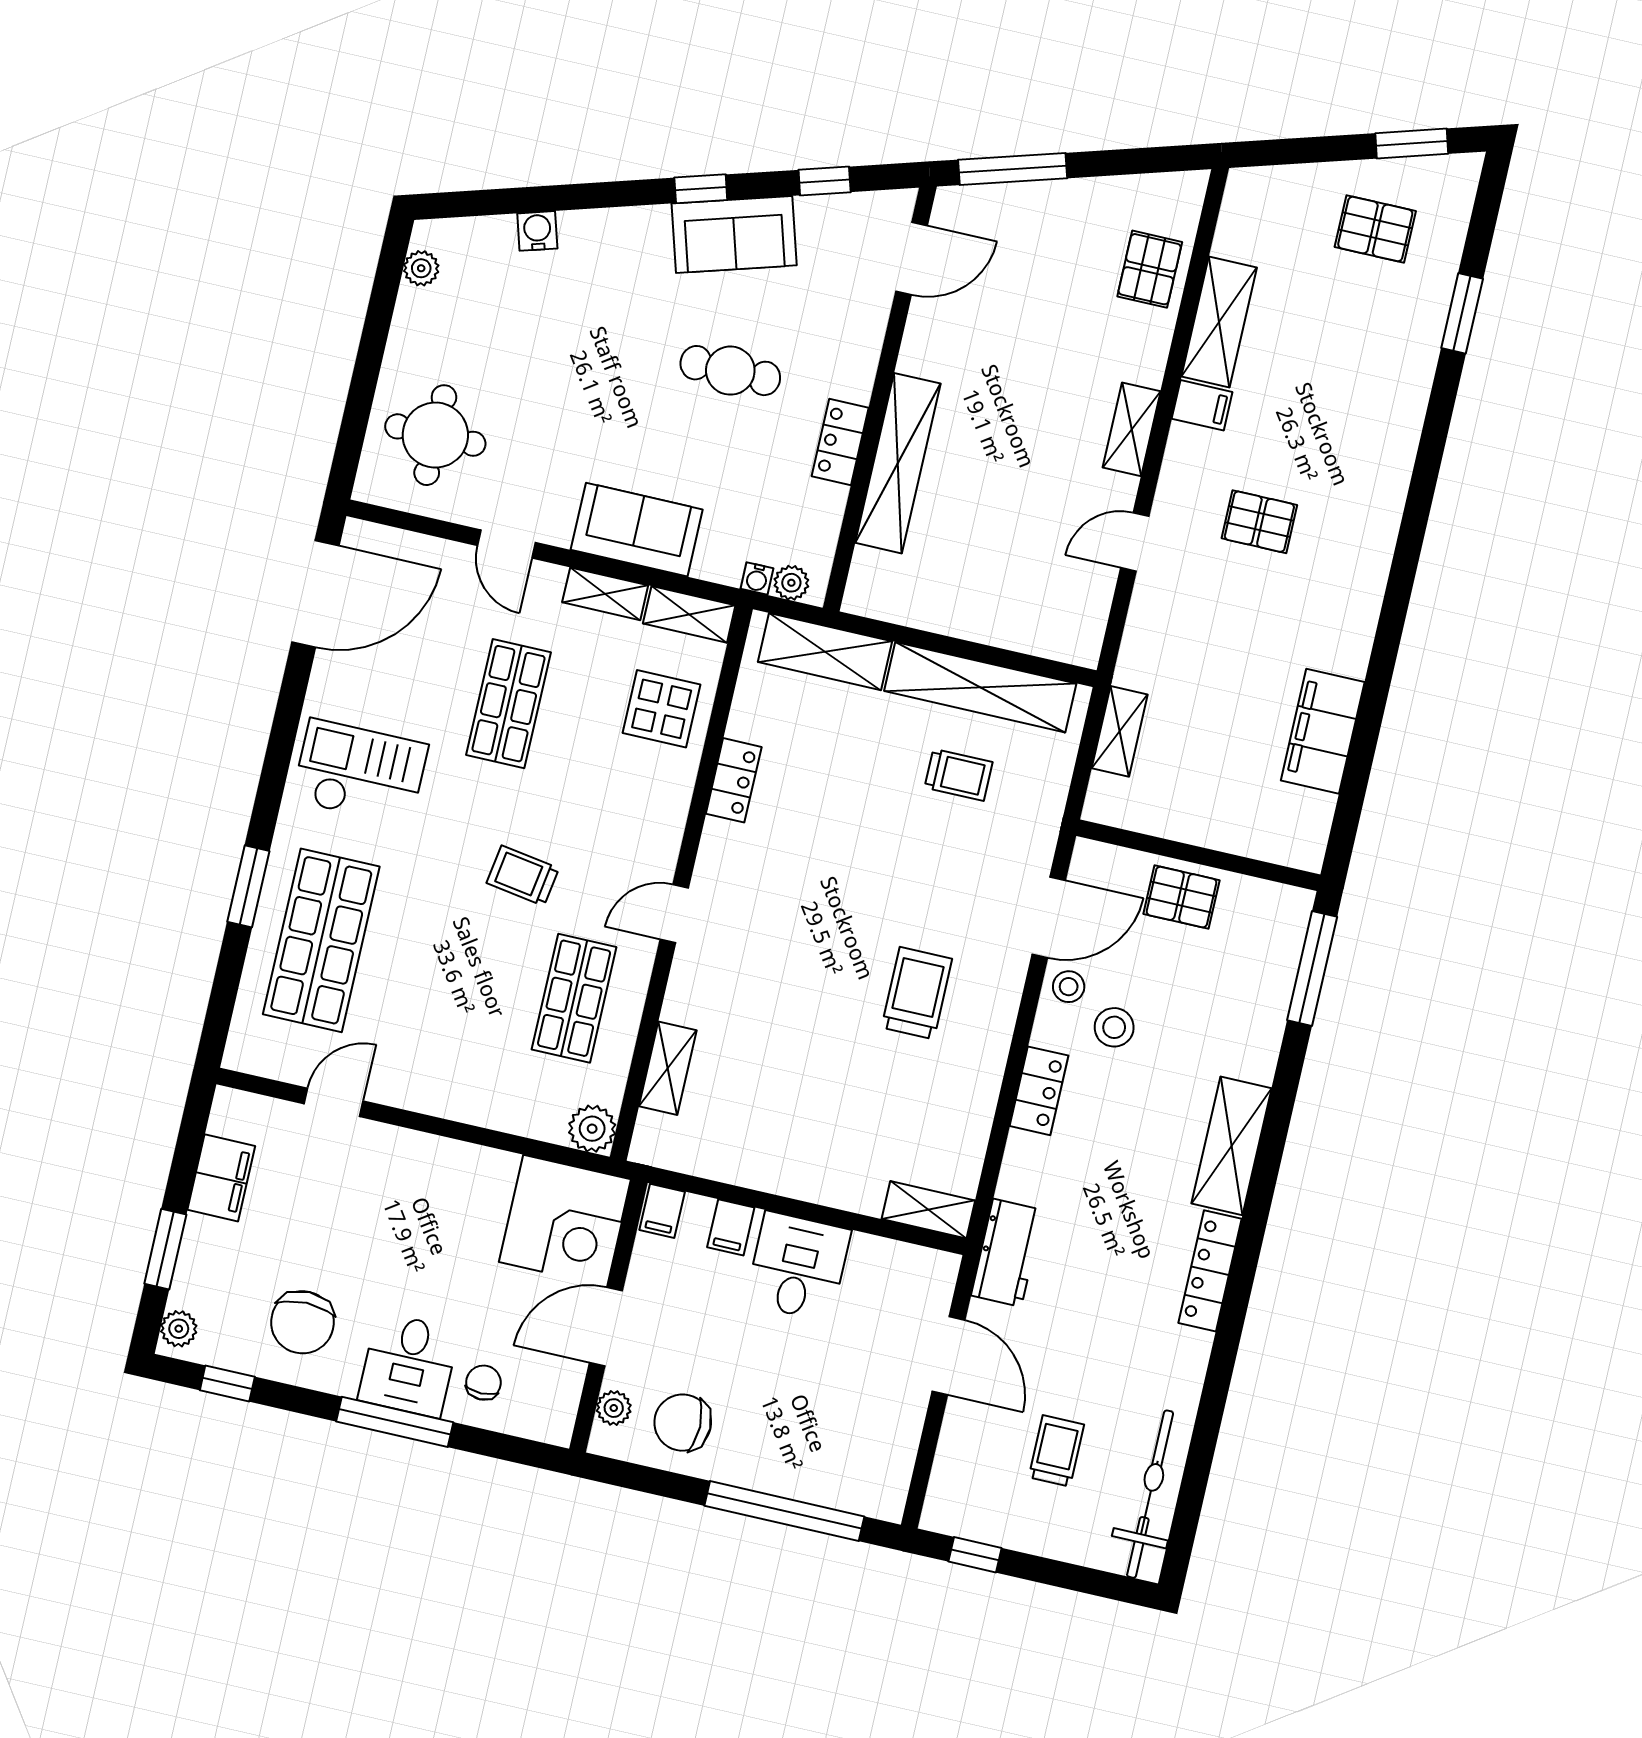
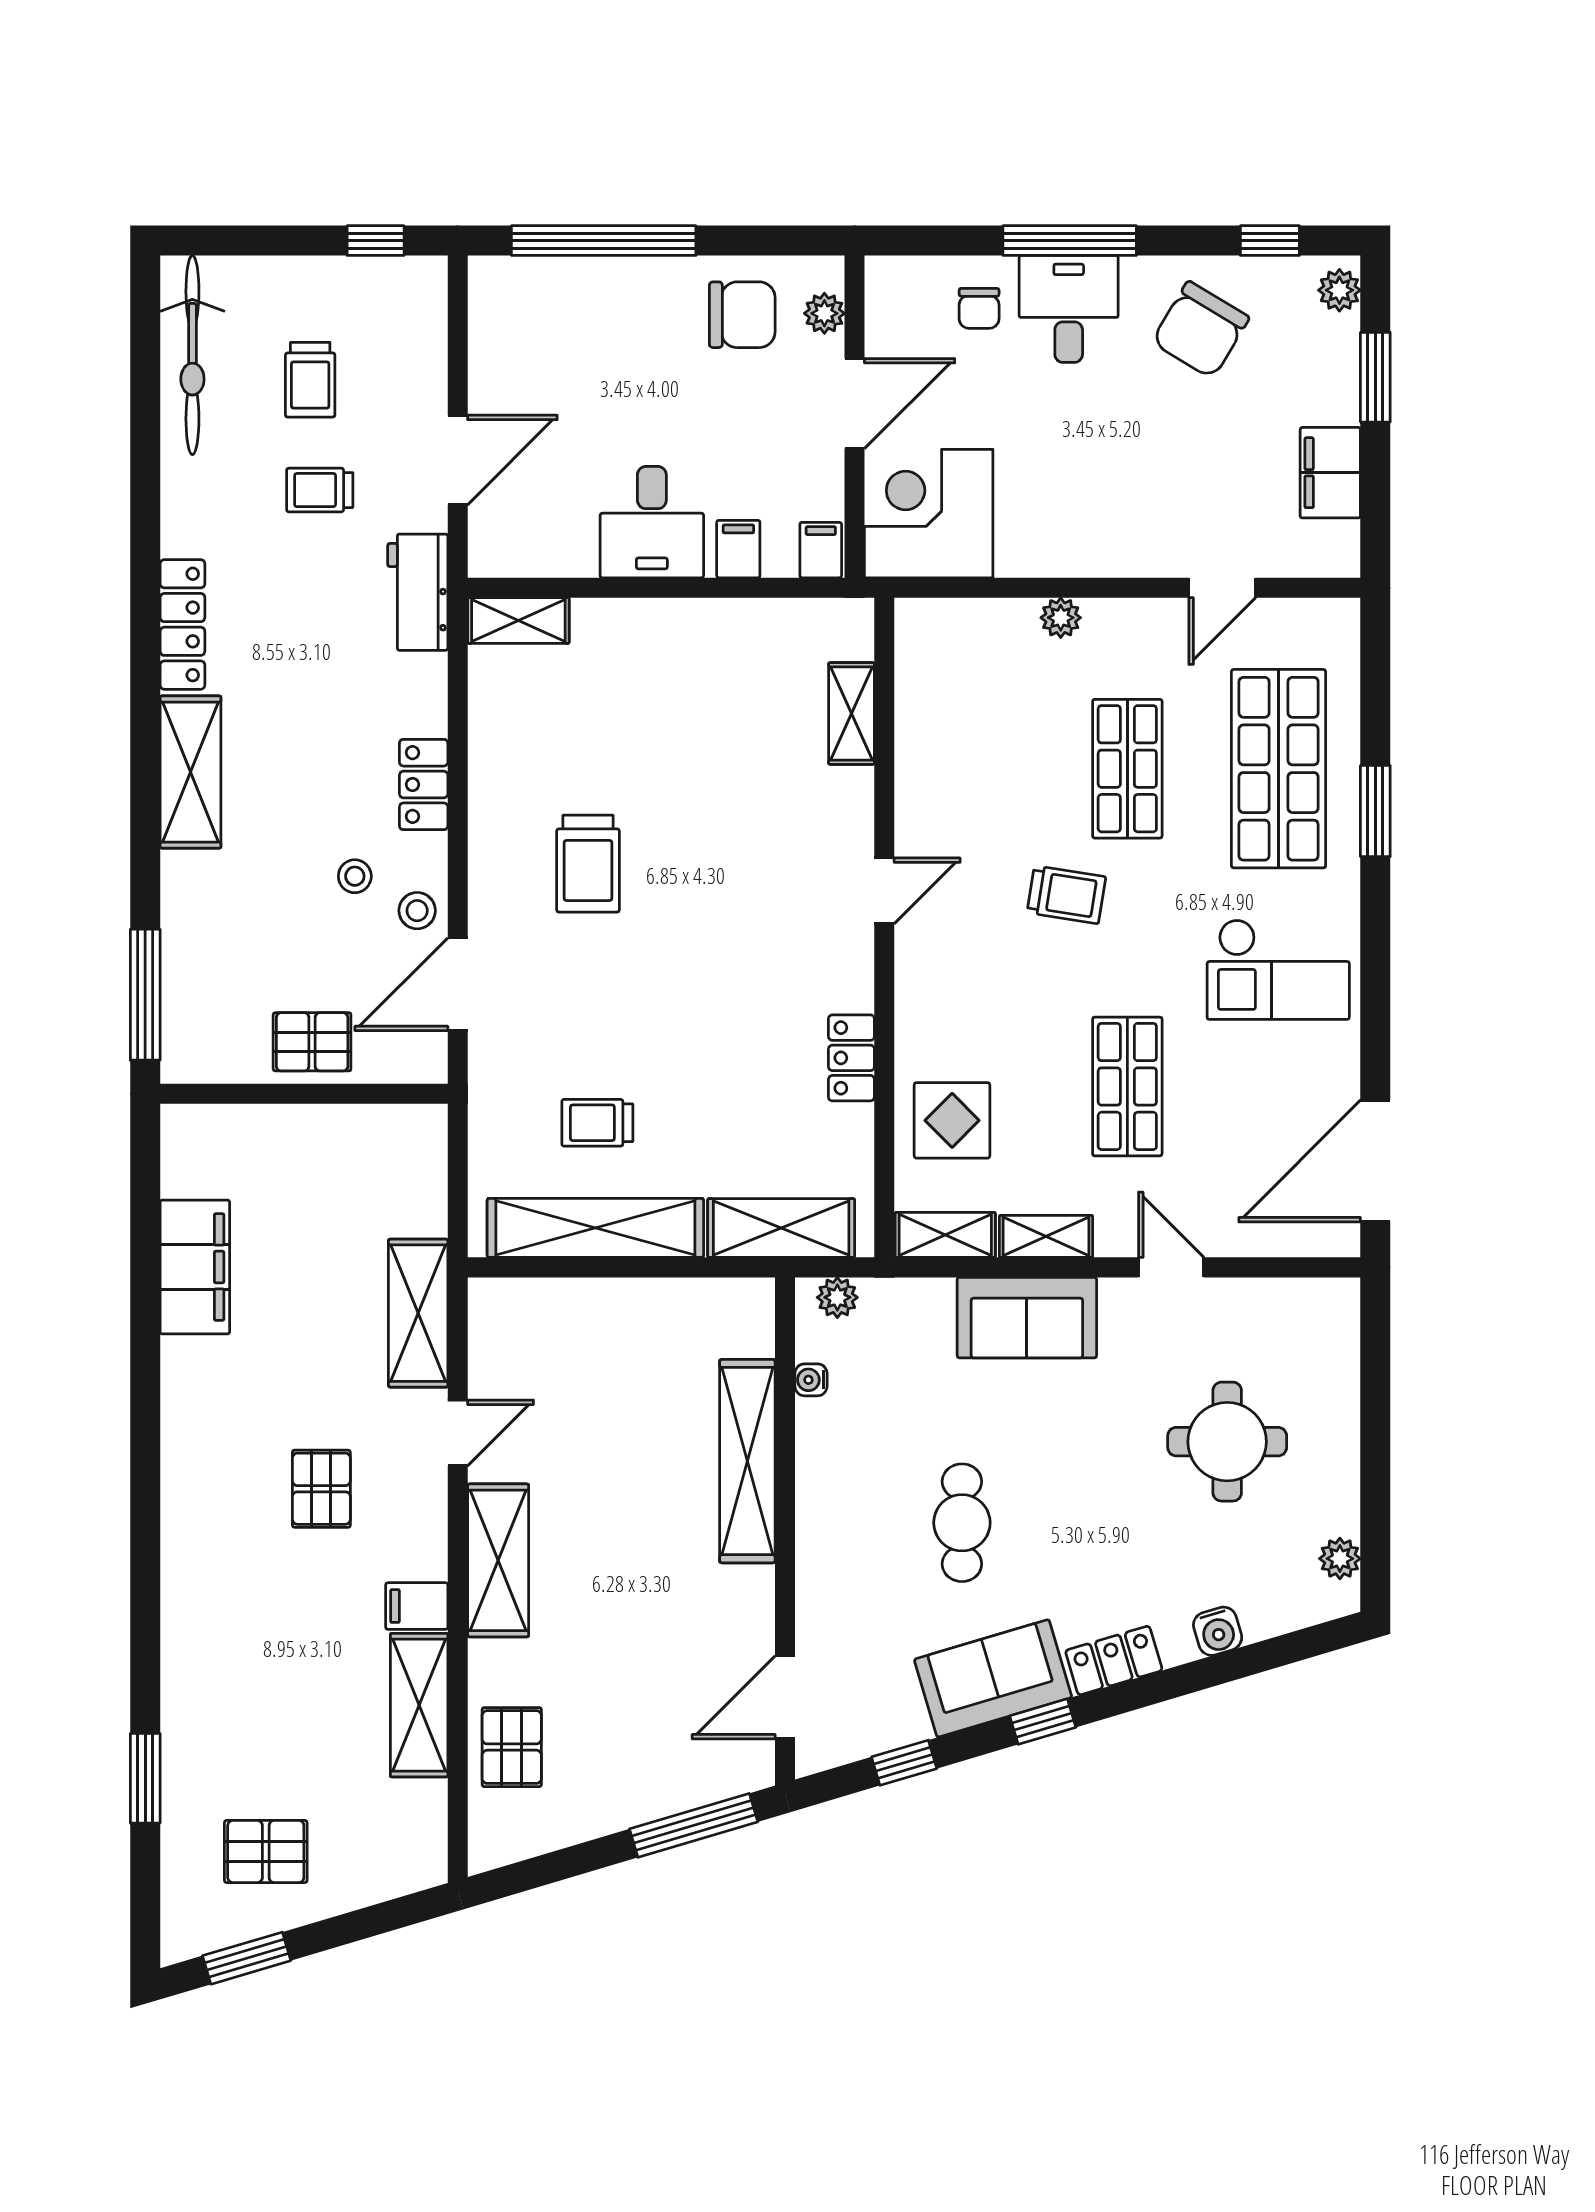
cafe table: (730, 371) -> (962, 1523), turned 90
shelving: (1132, 429) -> (498, 1560), width x1.50, depth x1.33
round table: (435, 435) -> (1227, 1442), moved
locker: (840, 442) -> (1114, 1660), moved, turned -107
pallet: (1259, 522) -> (321, 1489), turned 90
water cooler: (757, 579) -> (811, 1380), moved, turned -90
shelving: (1120, 731) -> (418, 1313), moved, width x1.50, depth x1.33
shop shelf: (574, 998) -> (1127, 769), moved
stool: (1114, 1027) -> (355, 876), width x0.73, depth x0.73
plant: (592, 1129) -> (1061, 618), moved, width x0.73, depth x0.73
chair: (302, 1322) -> (1200, 330), turned -149
door: (948, 1356) -> (458, 460), swing flipped
trolley: (1070, 1357) -> (320, 490), added

